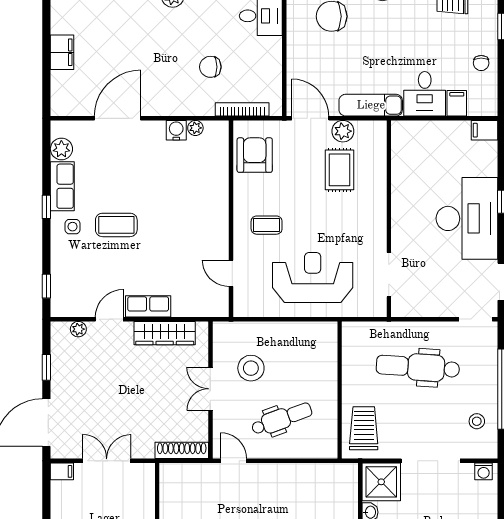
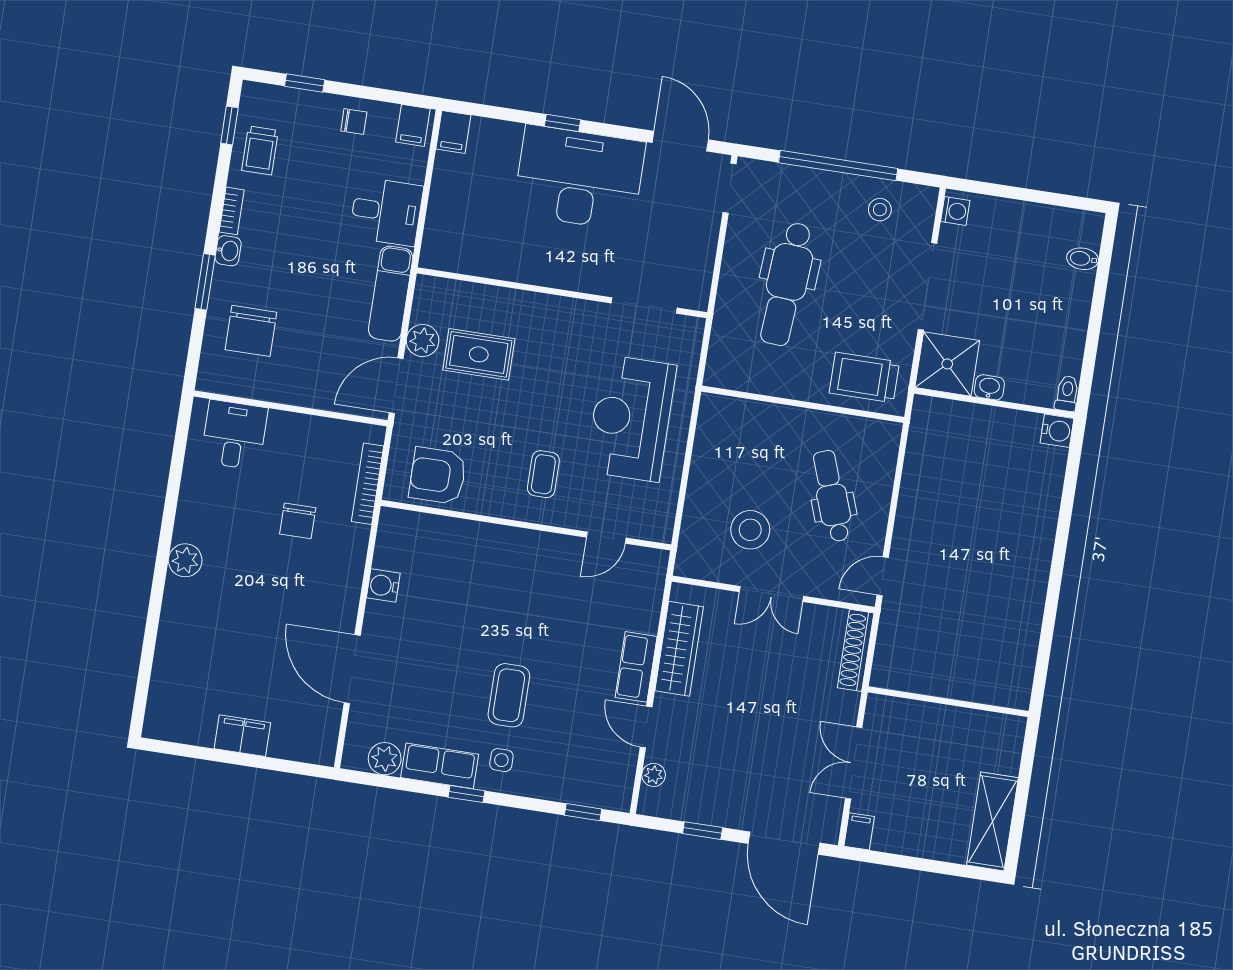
filing cabinet: (457, 103) -> (413, 125), moved, turned -90
plant: (195, 128) -> (384, 557), removed

